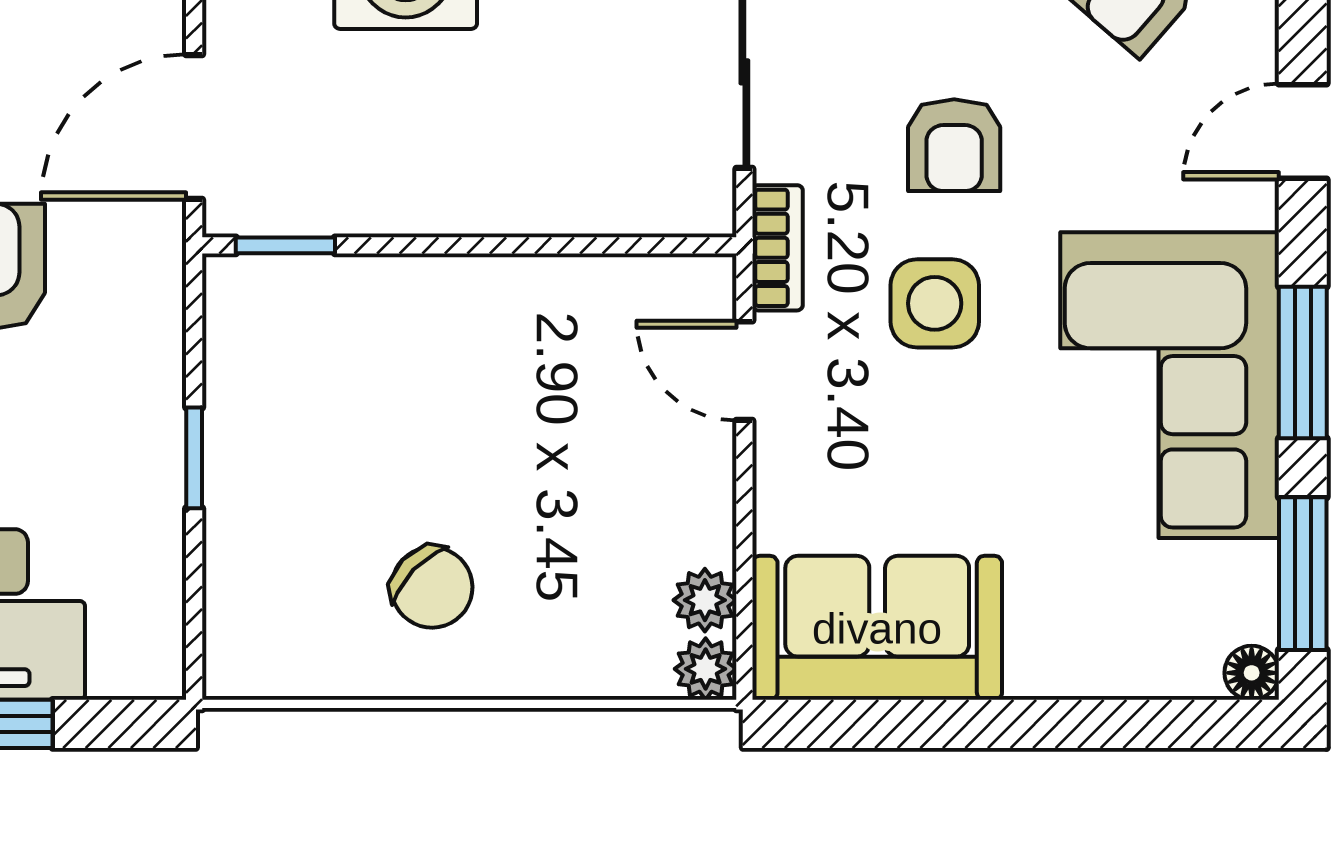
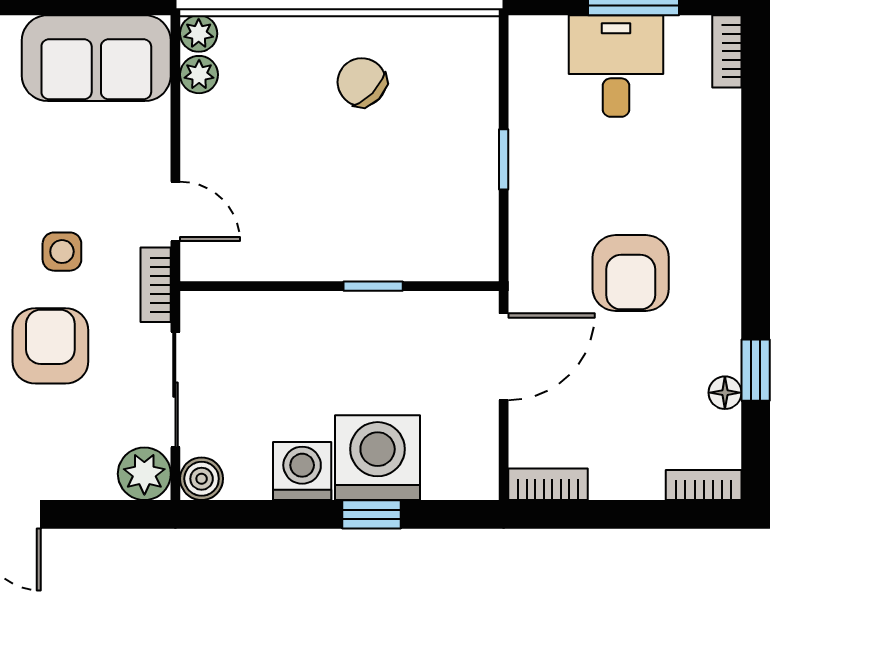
armchair: (954, 145) -> (50, 346), width x1.38, depth x1.38
window: (285, 245) -> (373, 286), moved
side table: (935, 303) -> (62, 252), width x0.73, depth x0.73

